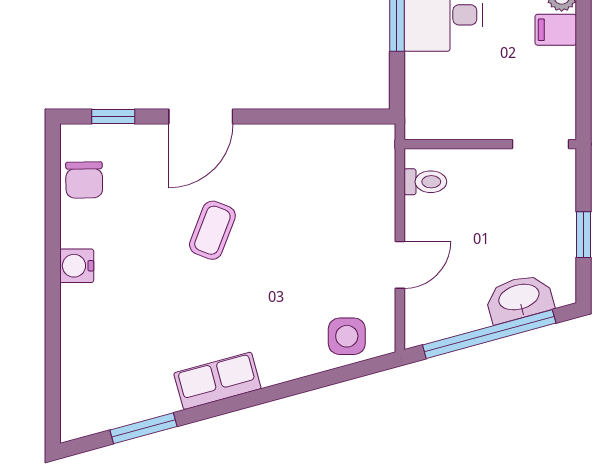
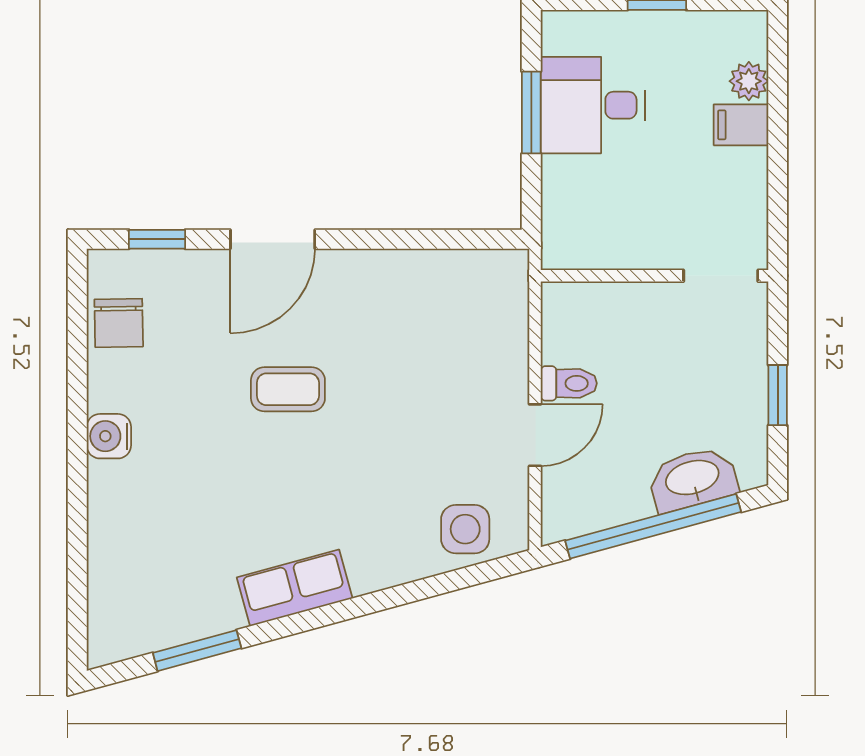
toilet: (425, 182) -> (569, 383), moved
coffee table: (212, 230) -> (288, 389), turned 69

